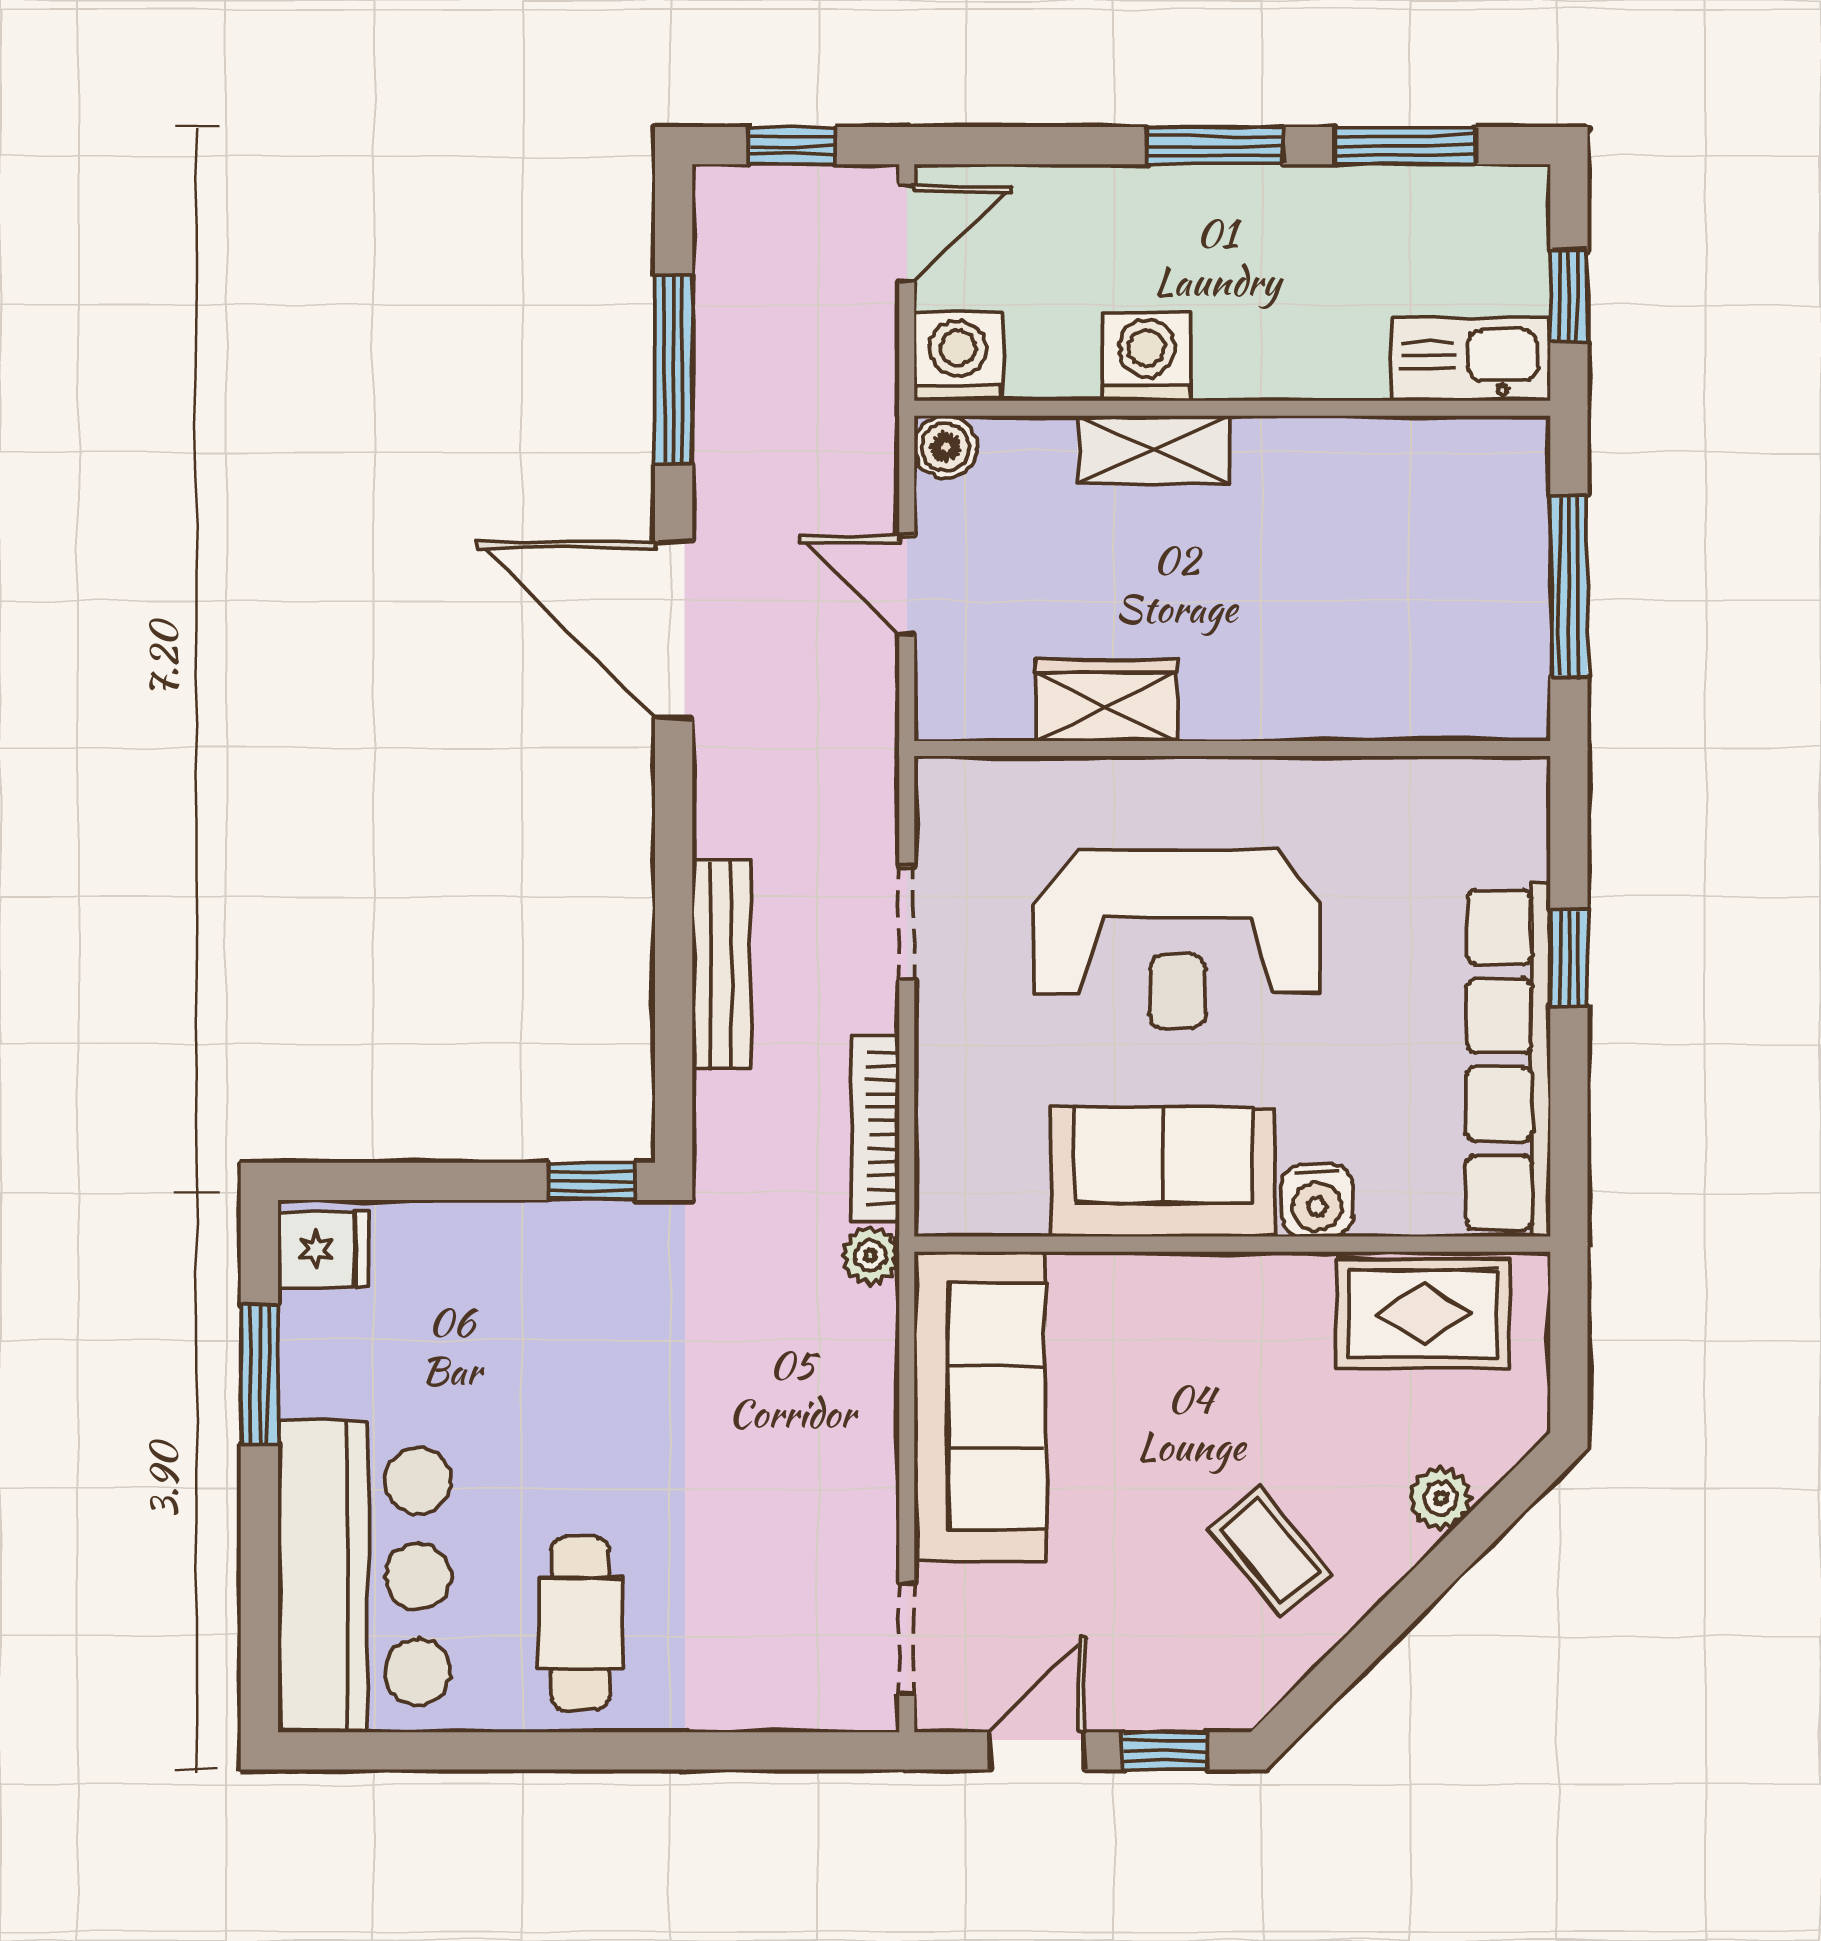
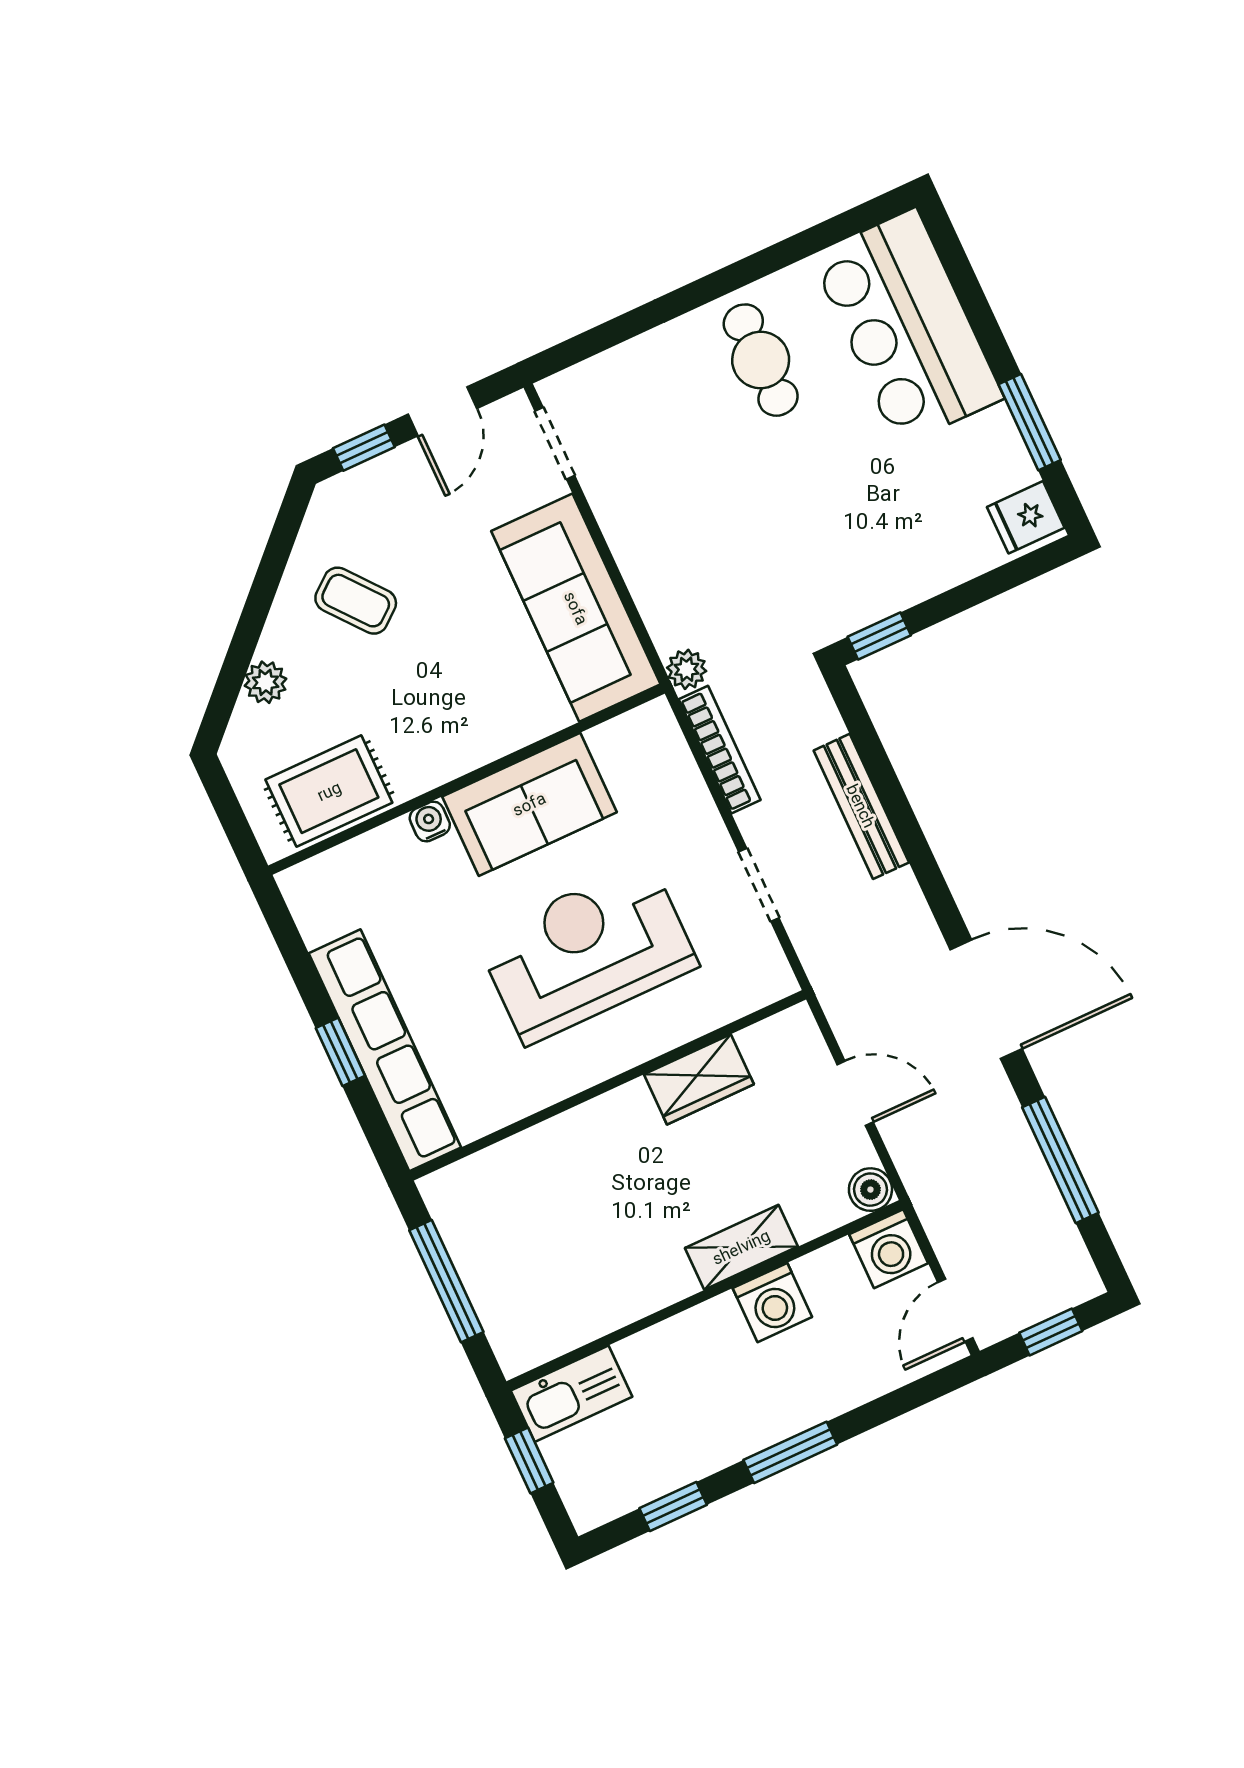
window: (1405, 146) -> (673, 1507), width x0.67
row of seats: (1508, 1060) -> (385, 1050), moved
water cooler: (1317, 1201) -> (430, 822), width x0.72, depth x0.72

